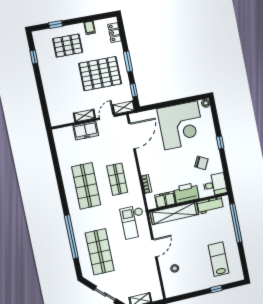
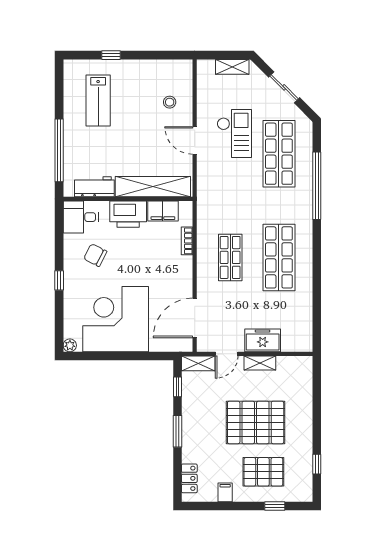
pallet: (100, 74) -> (256, 422), moved
checkout: (134, 222) -> (234, 133), moved
door: (154, 248) -> (195, 141), hinge flipped

